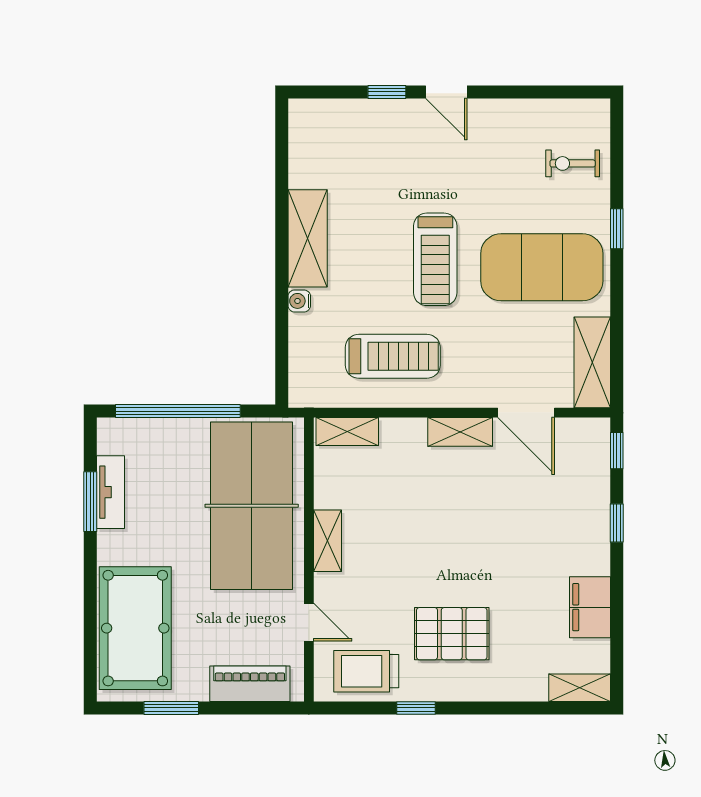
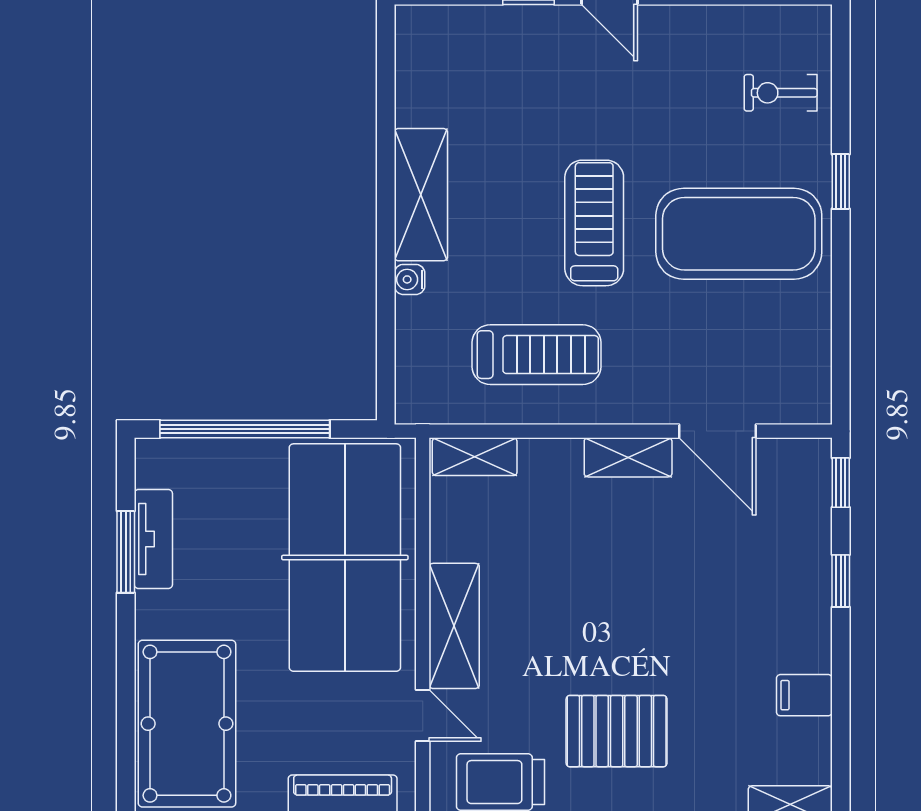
treadmill: (435, 259) -> (594, 223), turned 180
shelving: (592, 362) -> (807, 363), removed
shelving: (327, 541) -> (454, 626), width x1.50, depth x1.33
filing cabinet: (590, 607) -> (804, 695), width x0.50

